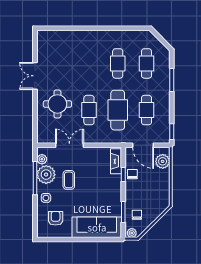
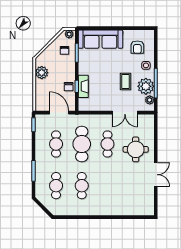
fireplace: (116, 161) -> (83, 86), moved
plant: (163, 161) -> (42, 73), moved

